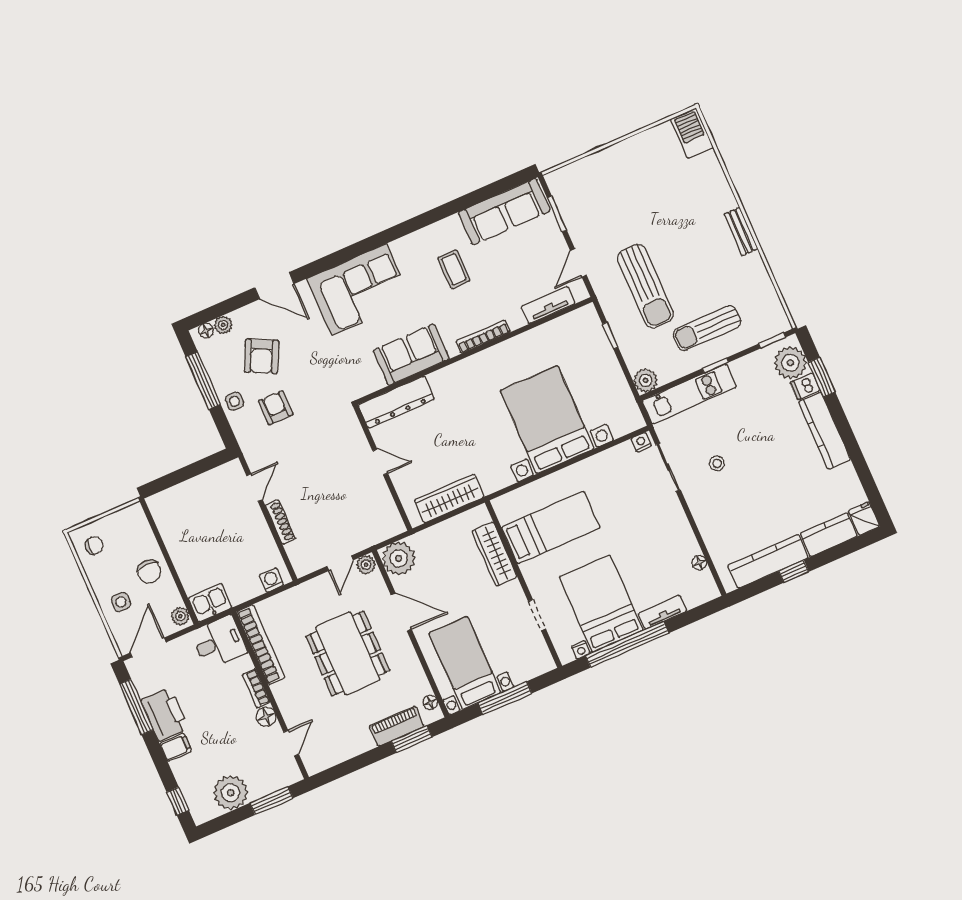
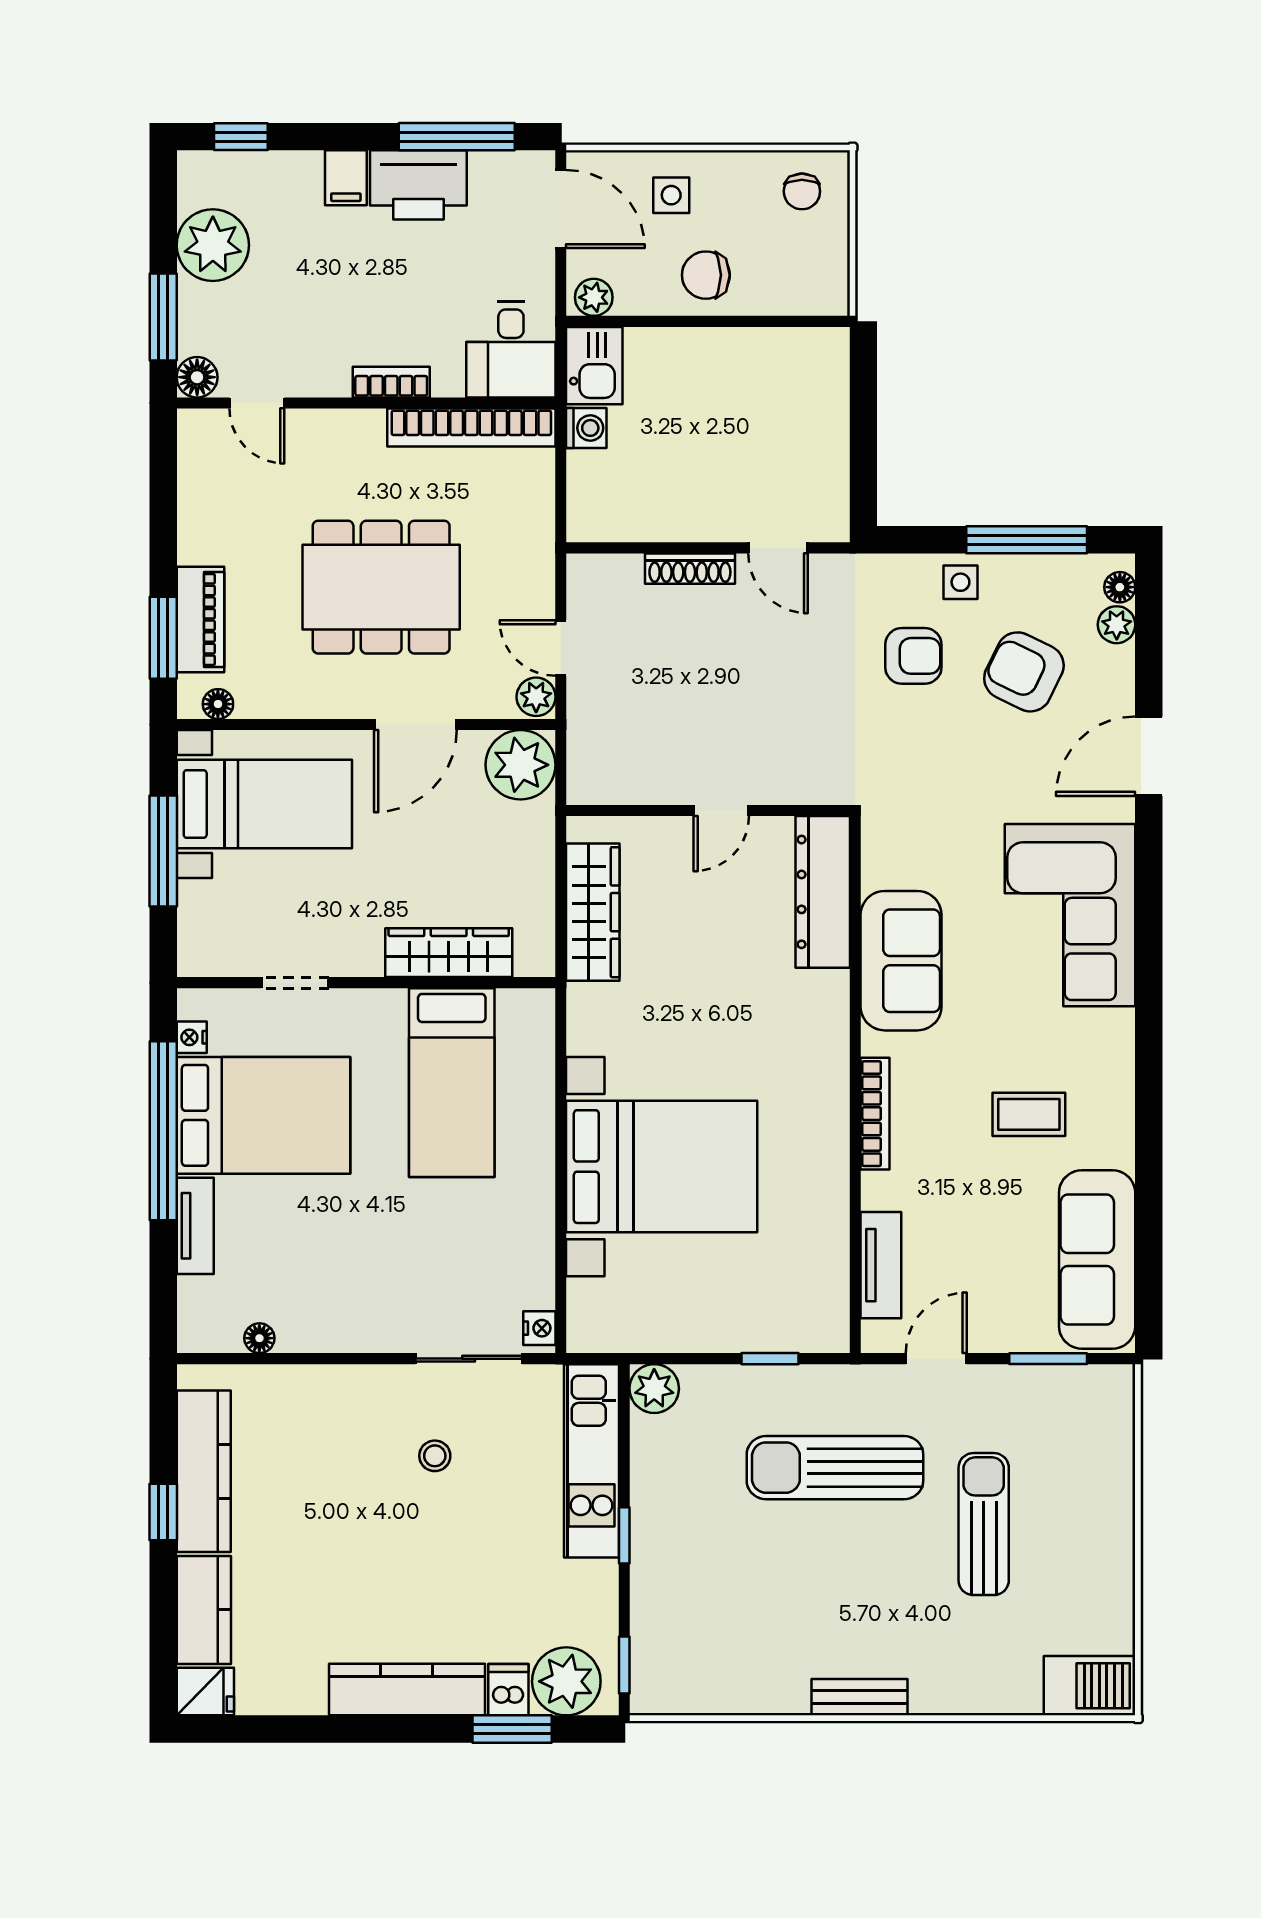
door: (578, 263) -> (936, 1359), hinge flipped
sun lounger: (707, 328) -> (984, 1524), moved
washing machine: (271, 580) -> (586, 428), moved
floor lamp: (266, 717) -> (197, 377), moved

